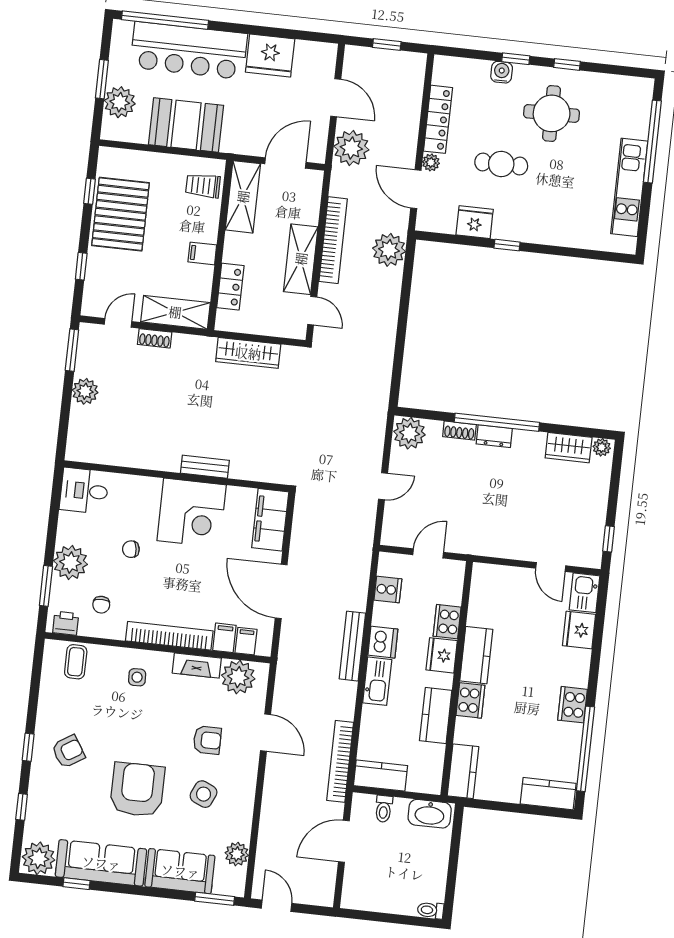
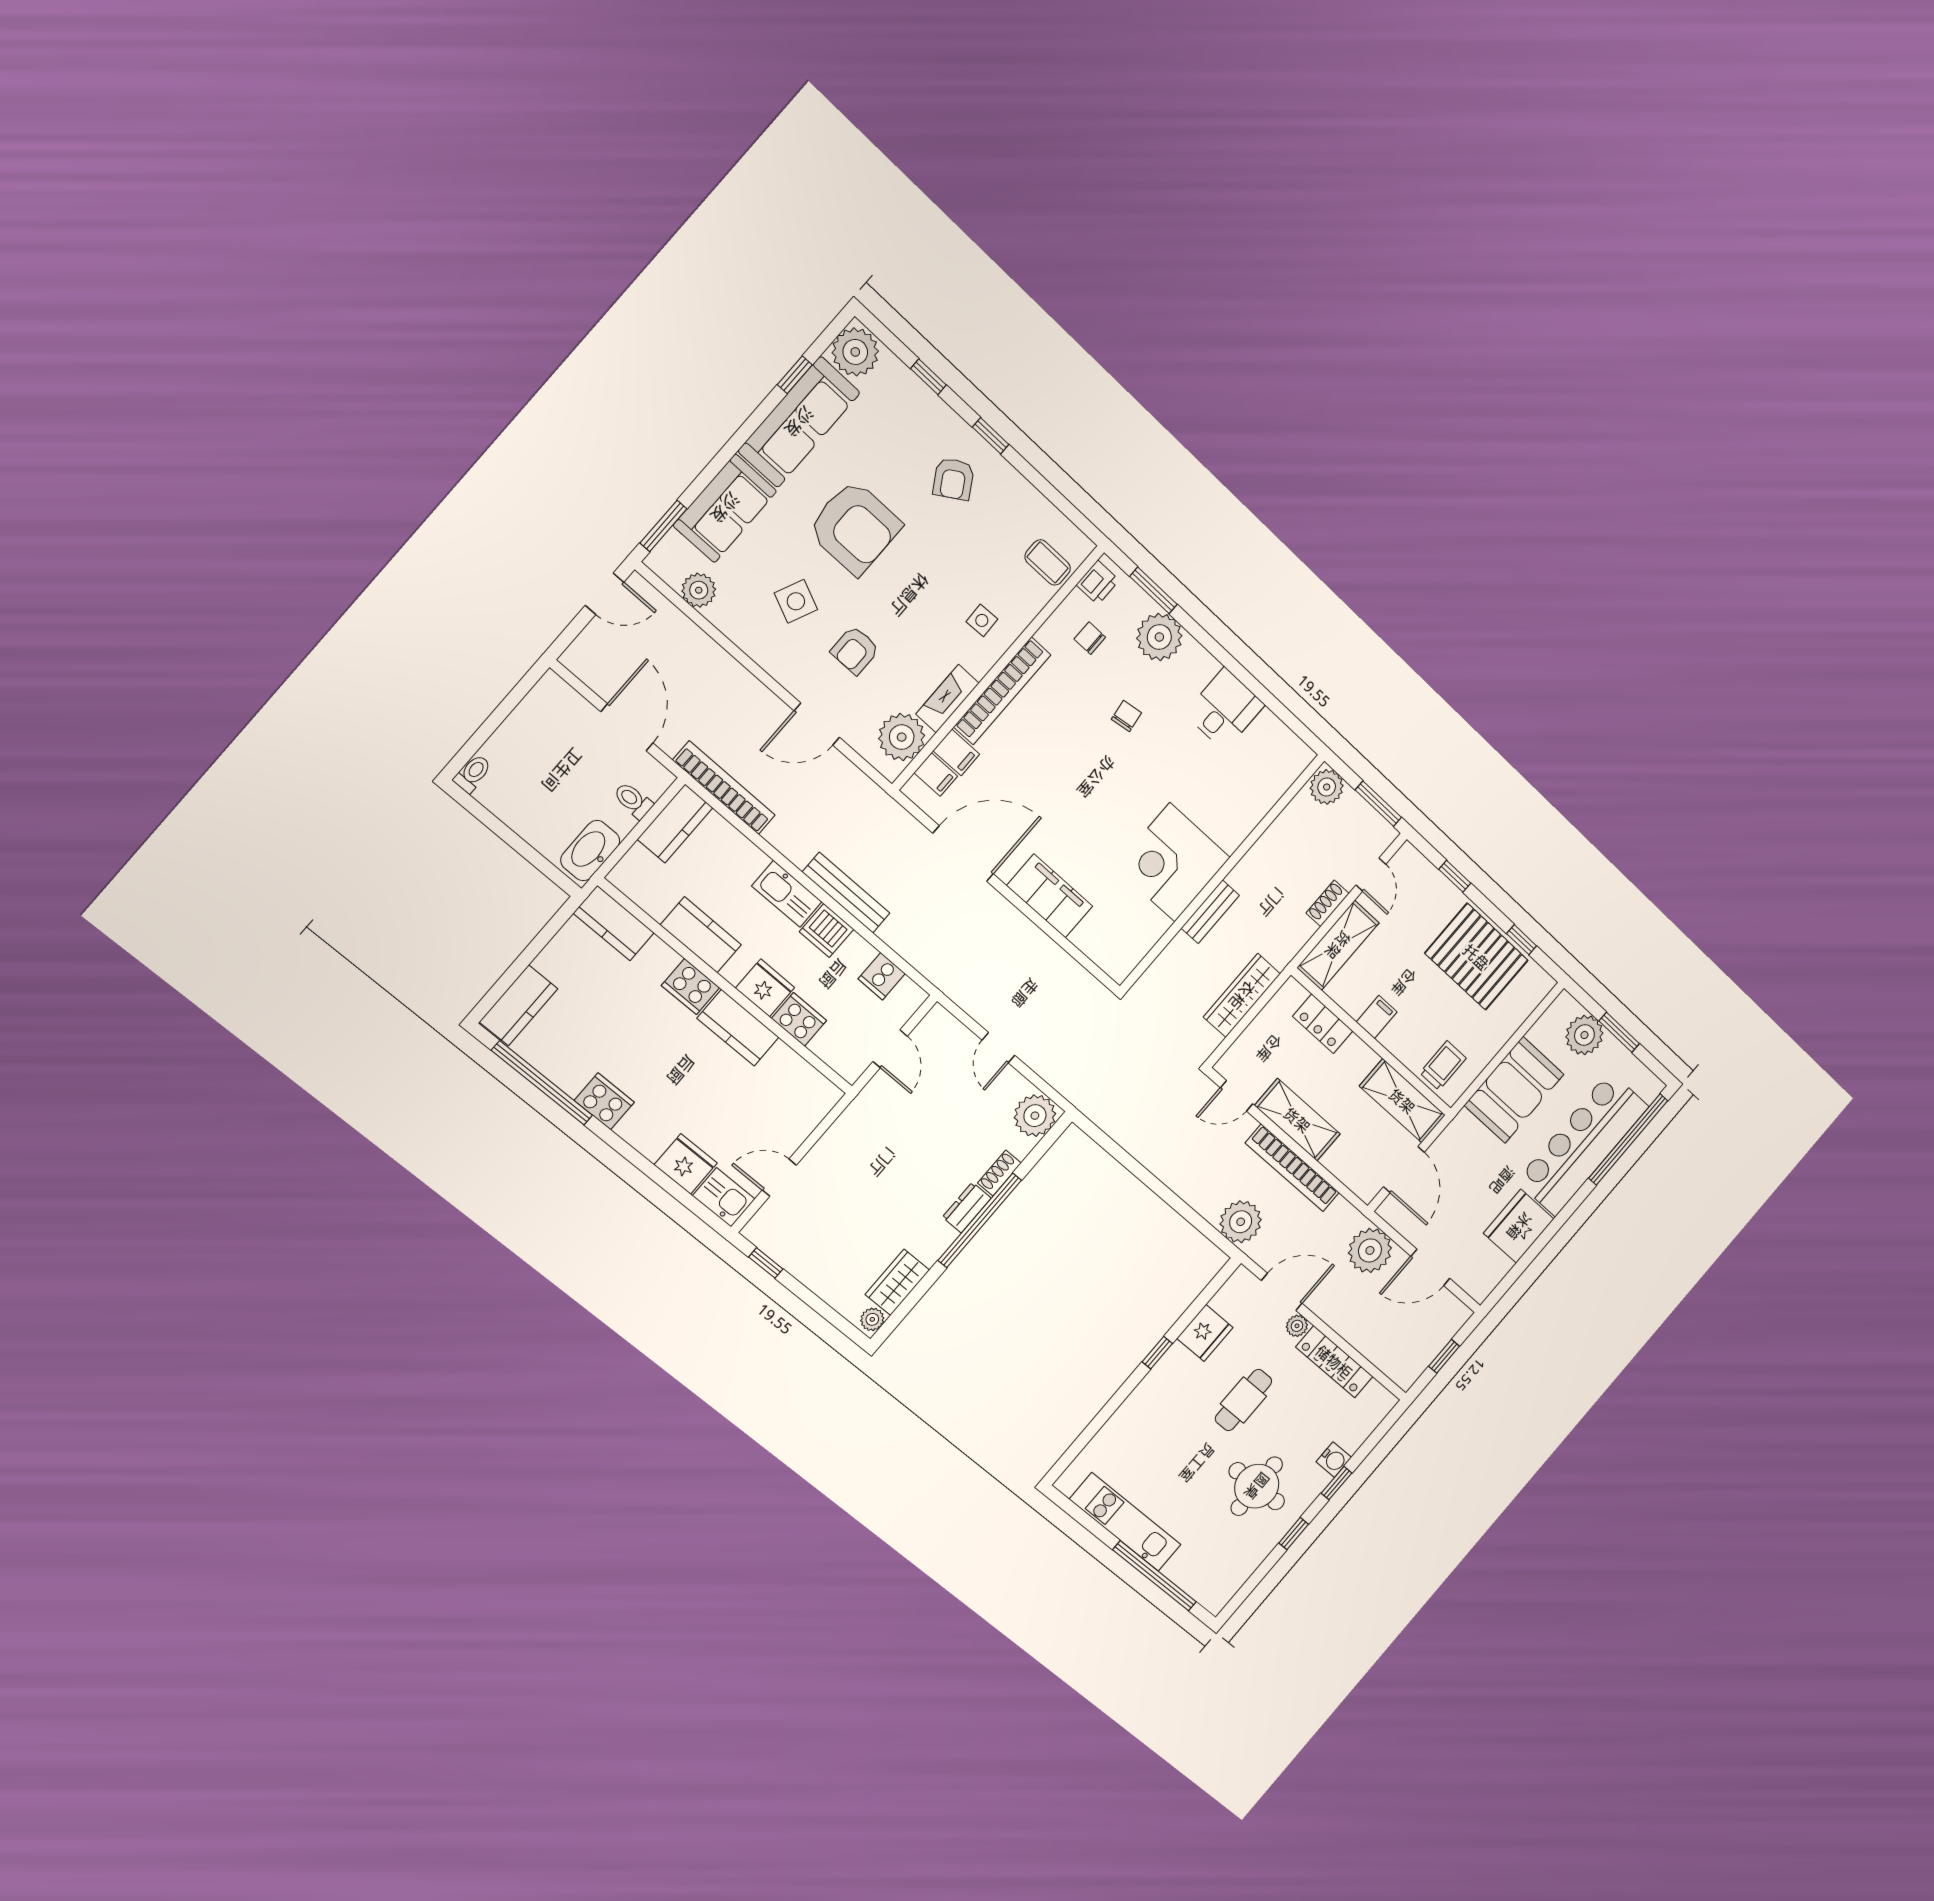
bench: (205, 467) -> (1210, 912), moved
wall: (177, 476) -> (1222, 873), moved
corner desk: (192, 513) -> (1172, 862), moved

